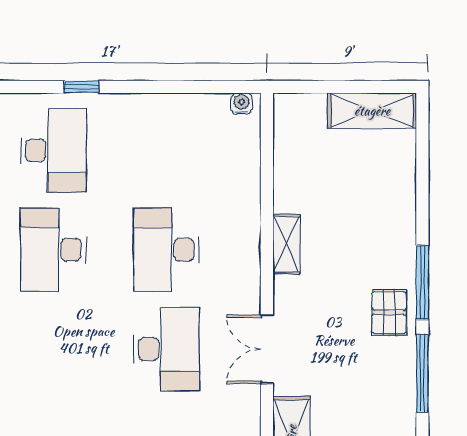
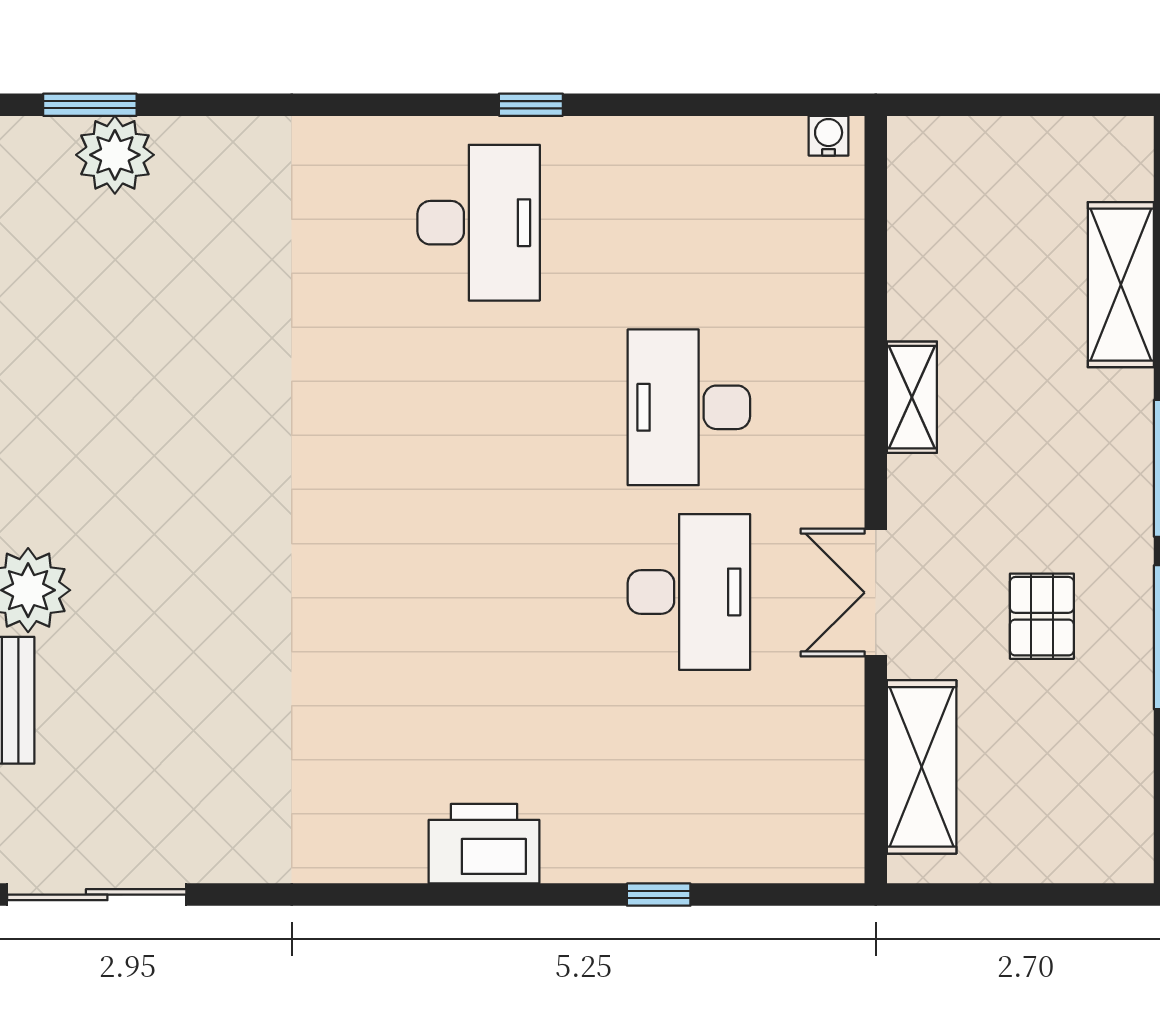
shelving: (372, 111) -> (1121, 285), moved, turned 90
desk: (53, 250) -> (479, 407), removed
pallet: (389, 313) -> (1042, 616), moved

